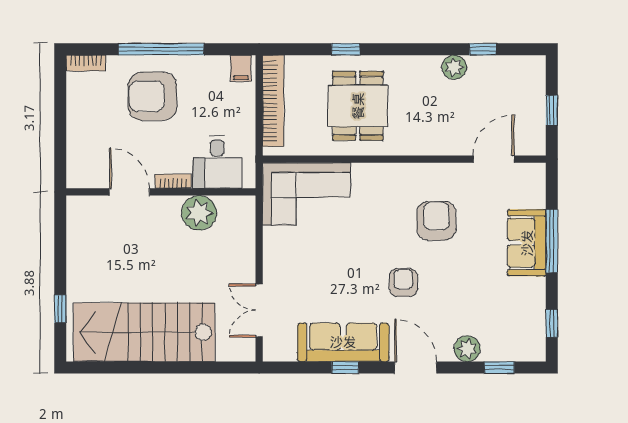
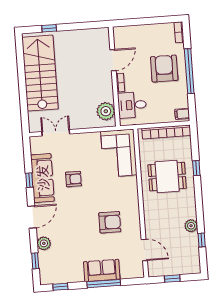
plant: (199, 213) -> (106, 111), moved
armchair: (403, 283) -> (73, 179), moved

